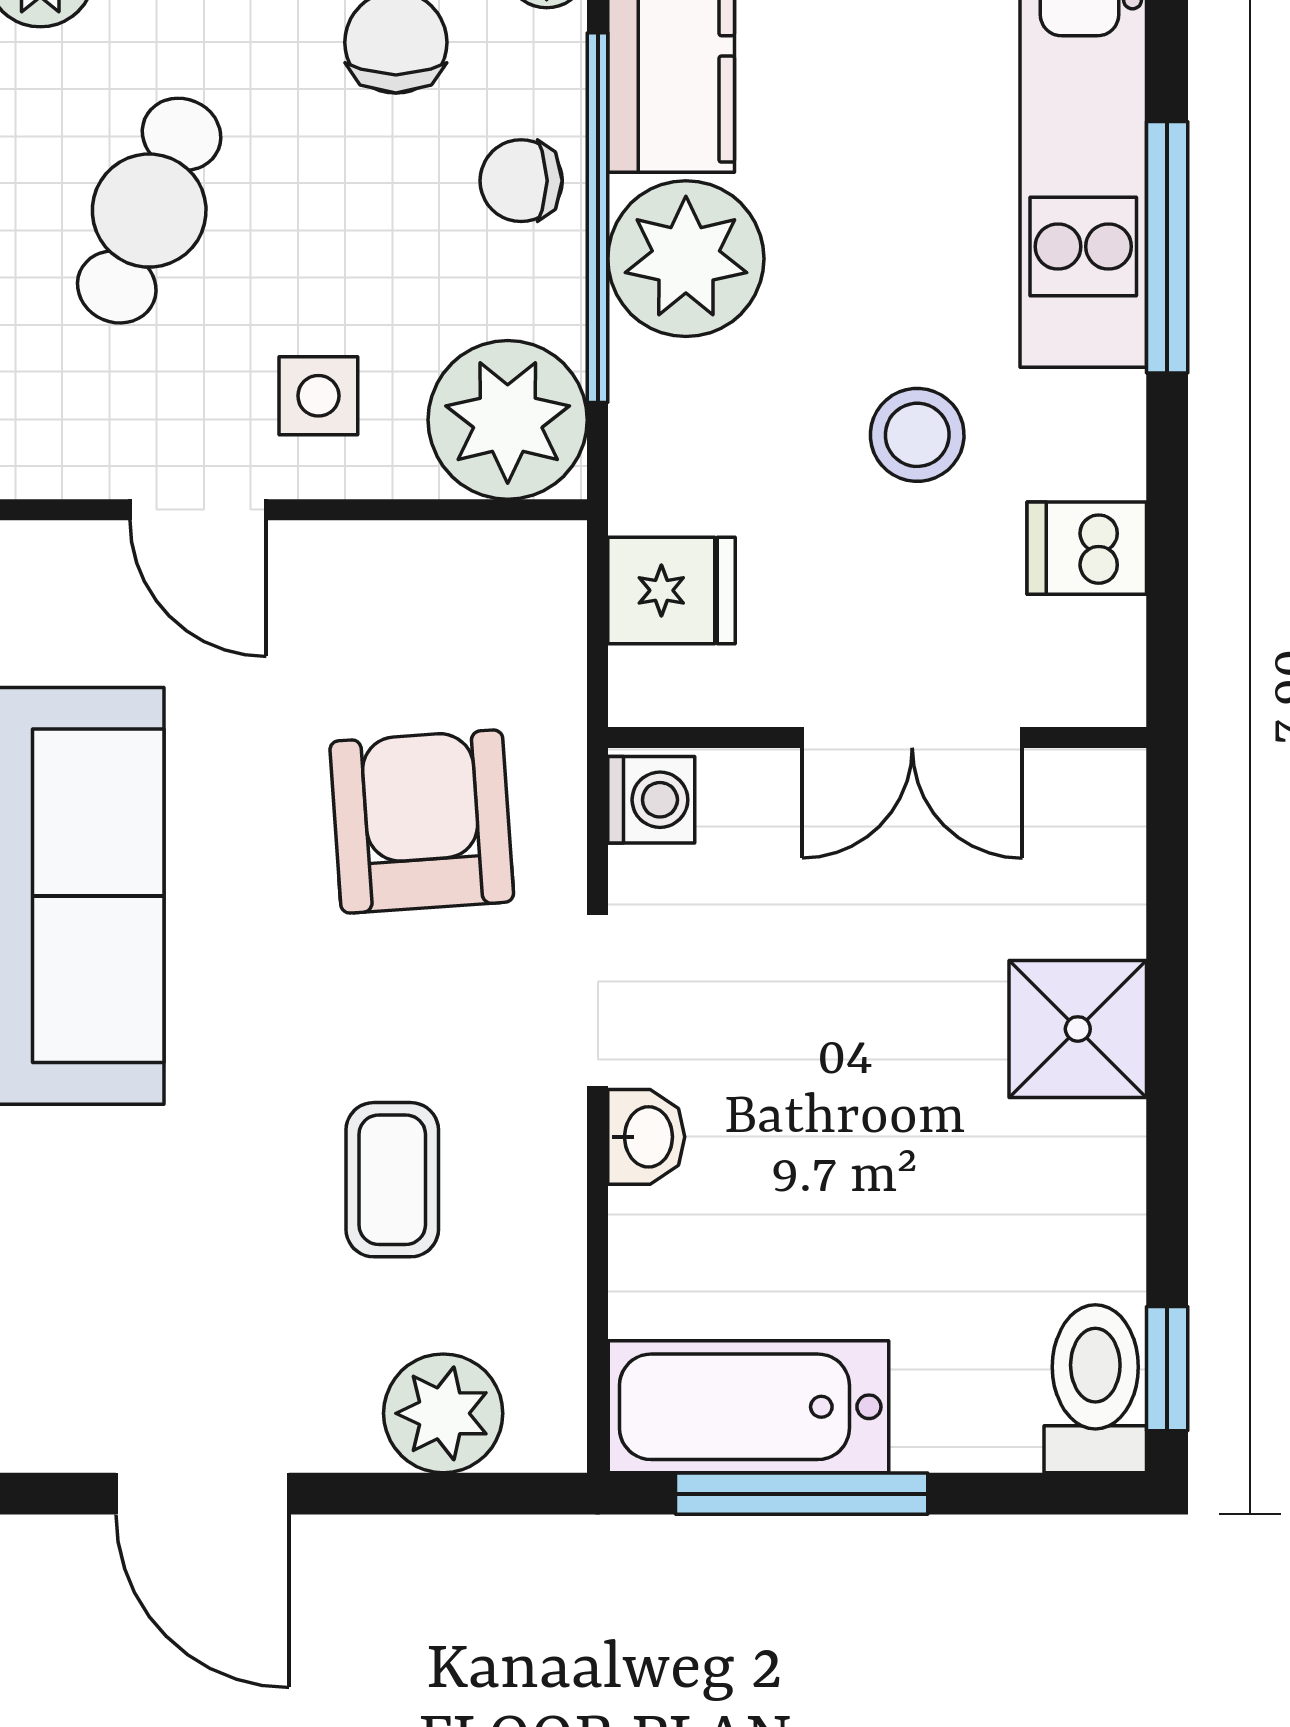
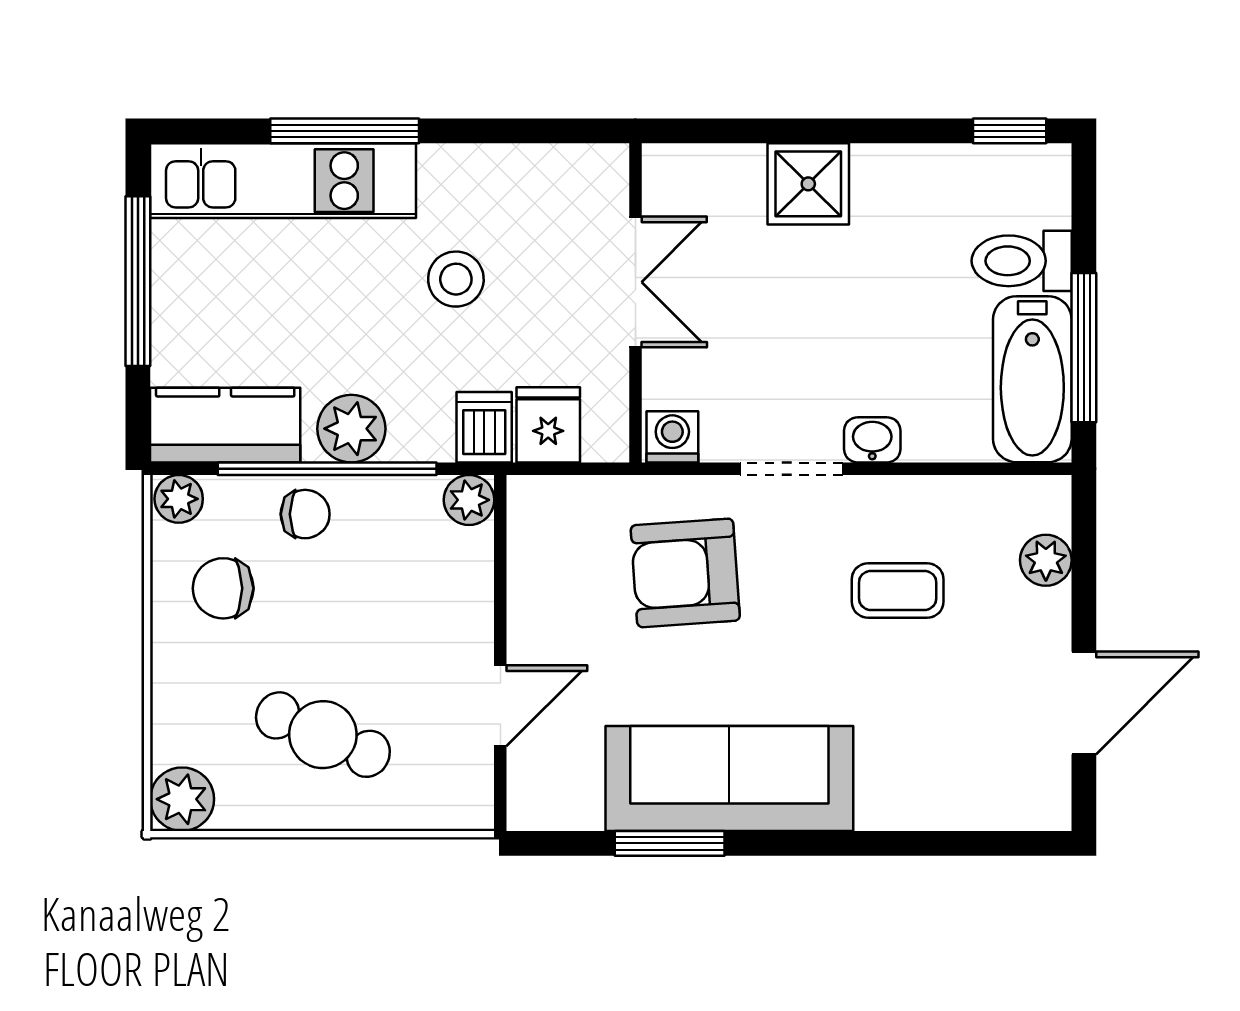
chair: (521, 181) -> (305, 514), turned -90
plant: (686, 259) -> (351, 429), width x0.73, depth x0.73
side table: (318, 396) -> (433, 634), removed
plant: (508, 420) -> (469, 500), width x0.53, depth x0.53
dishwasher: (1087, 548) -> (484, 427), moved, turned 180
toilet: (1095, 1389) -> (1022, 261), moved
plant: (443, 1413) -> (1046, 560), width x0.73, depth x0.73

